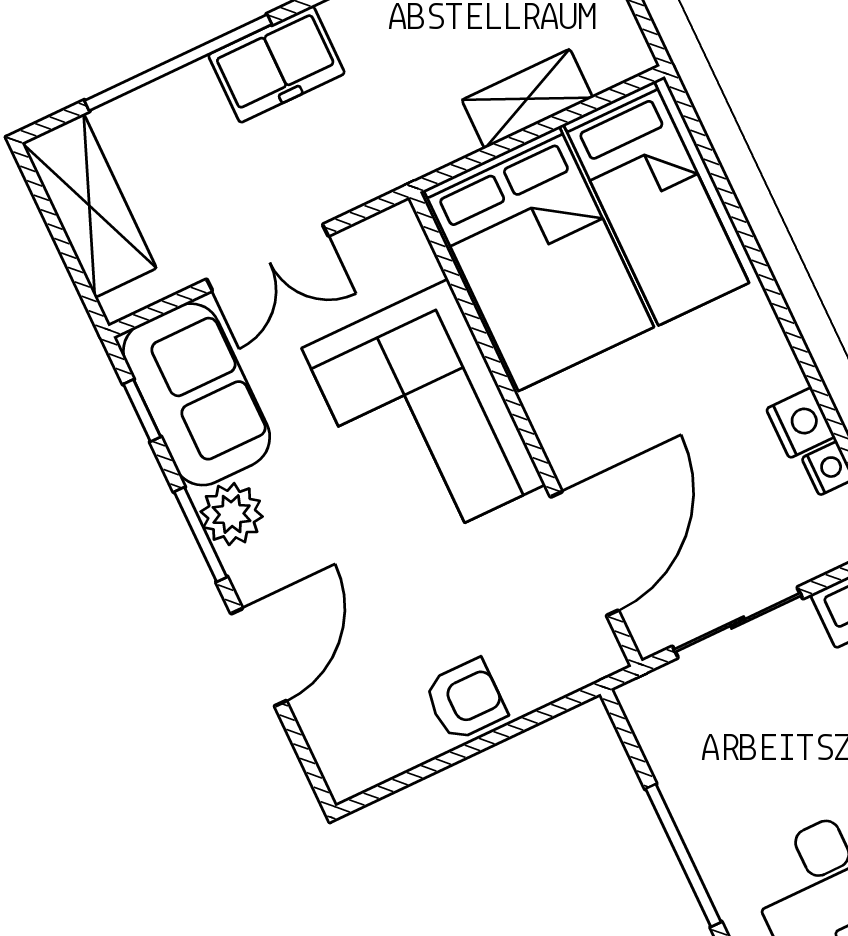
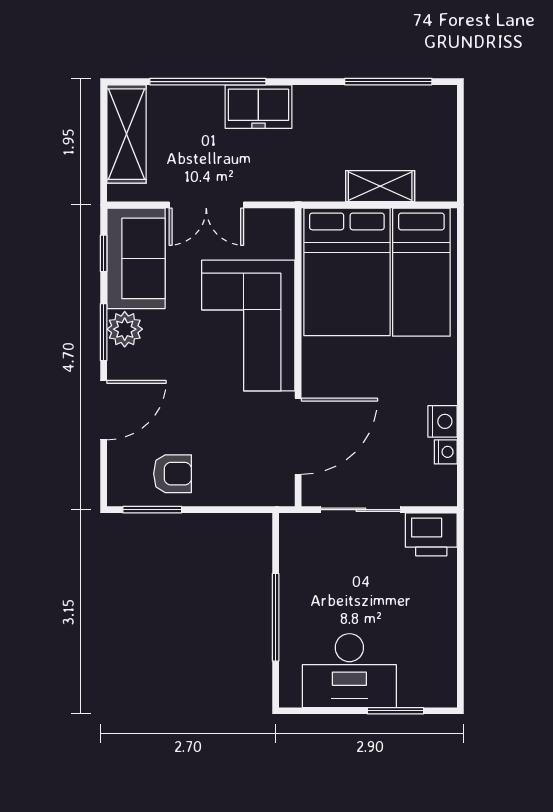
armchair: (465, 700) -> (173, 474), moved
window: (409, 778) -> (152, 510), added

